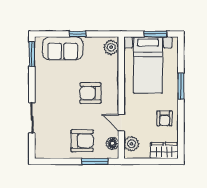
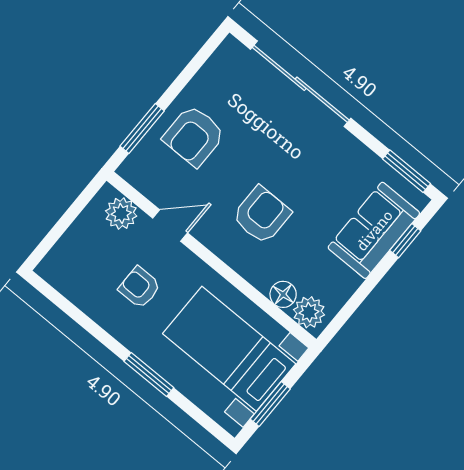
window: (78, 34) -> (405, 241), moved
sliding door: (32, 118) -> (301, 84), width x1.86
armchair: (165, 118) -> (140, 287), moved
floor lamp: (112, 143) -> (283, 294), moved
wardrobe: (164, 151) -> (65, 259), removed

